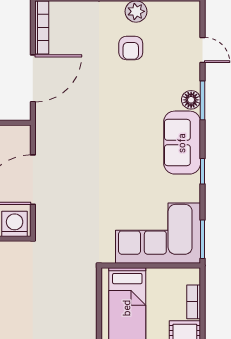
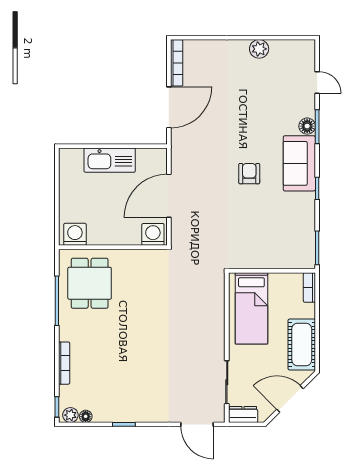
armchair: (131, 48) -> (249, 174), moved, turned 180
corner sofa: (158, 233) -> (278, 243), removed
bookcase: (194, 302) -> (309, 287), moved

